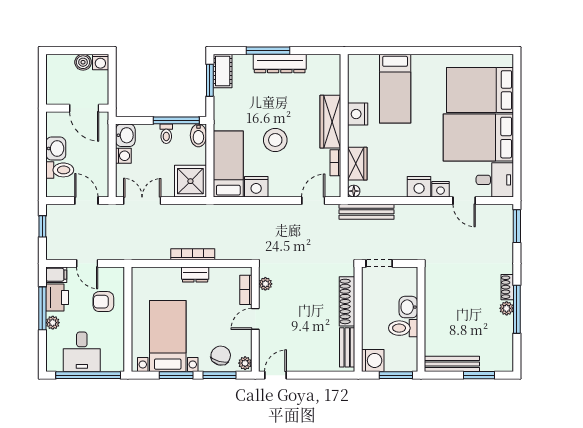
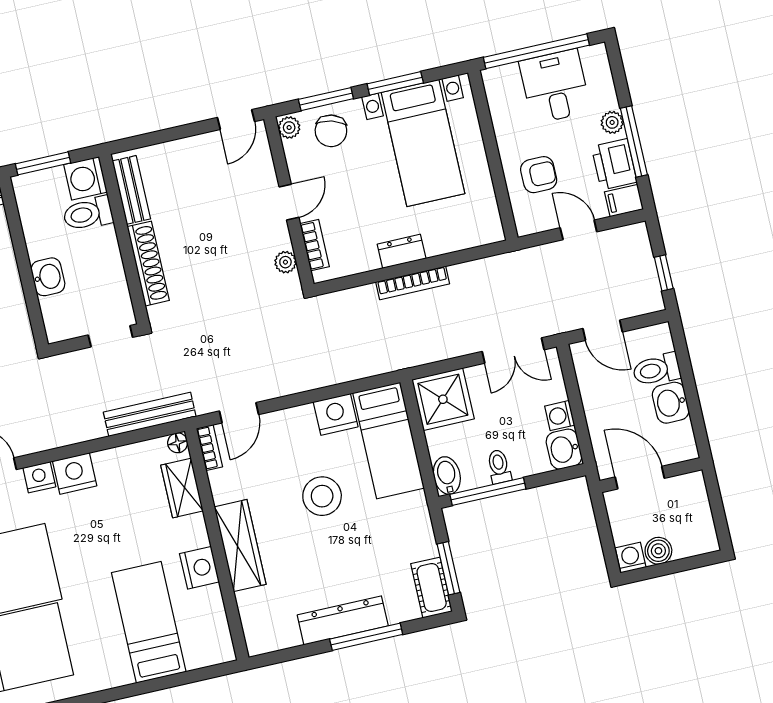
bookcase: (335, 163) -> (210, 448), moved
toilet: (403, 328) -> (88, 214), moved, turned 180

